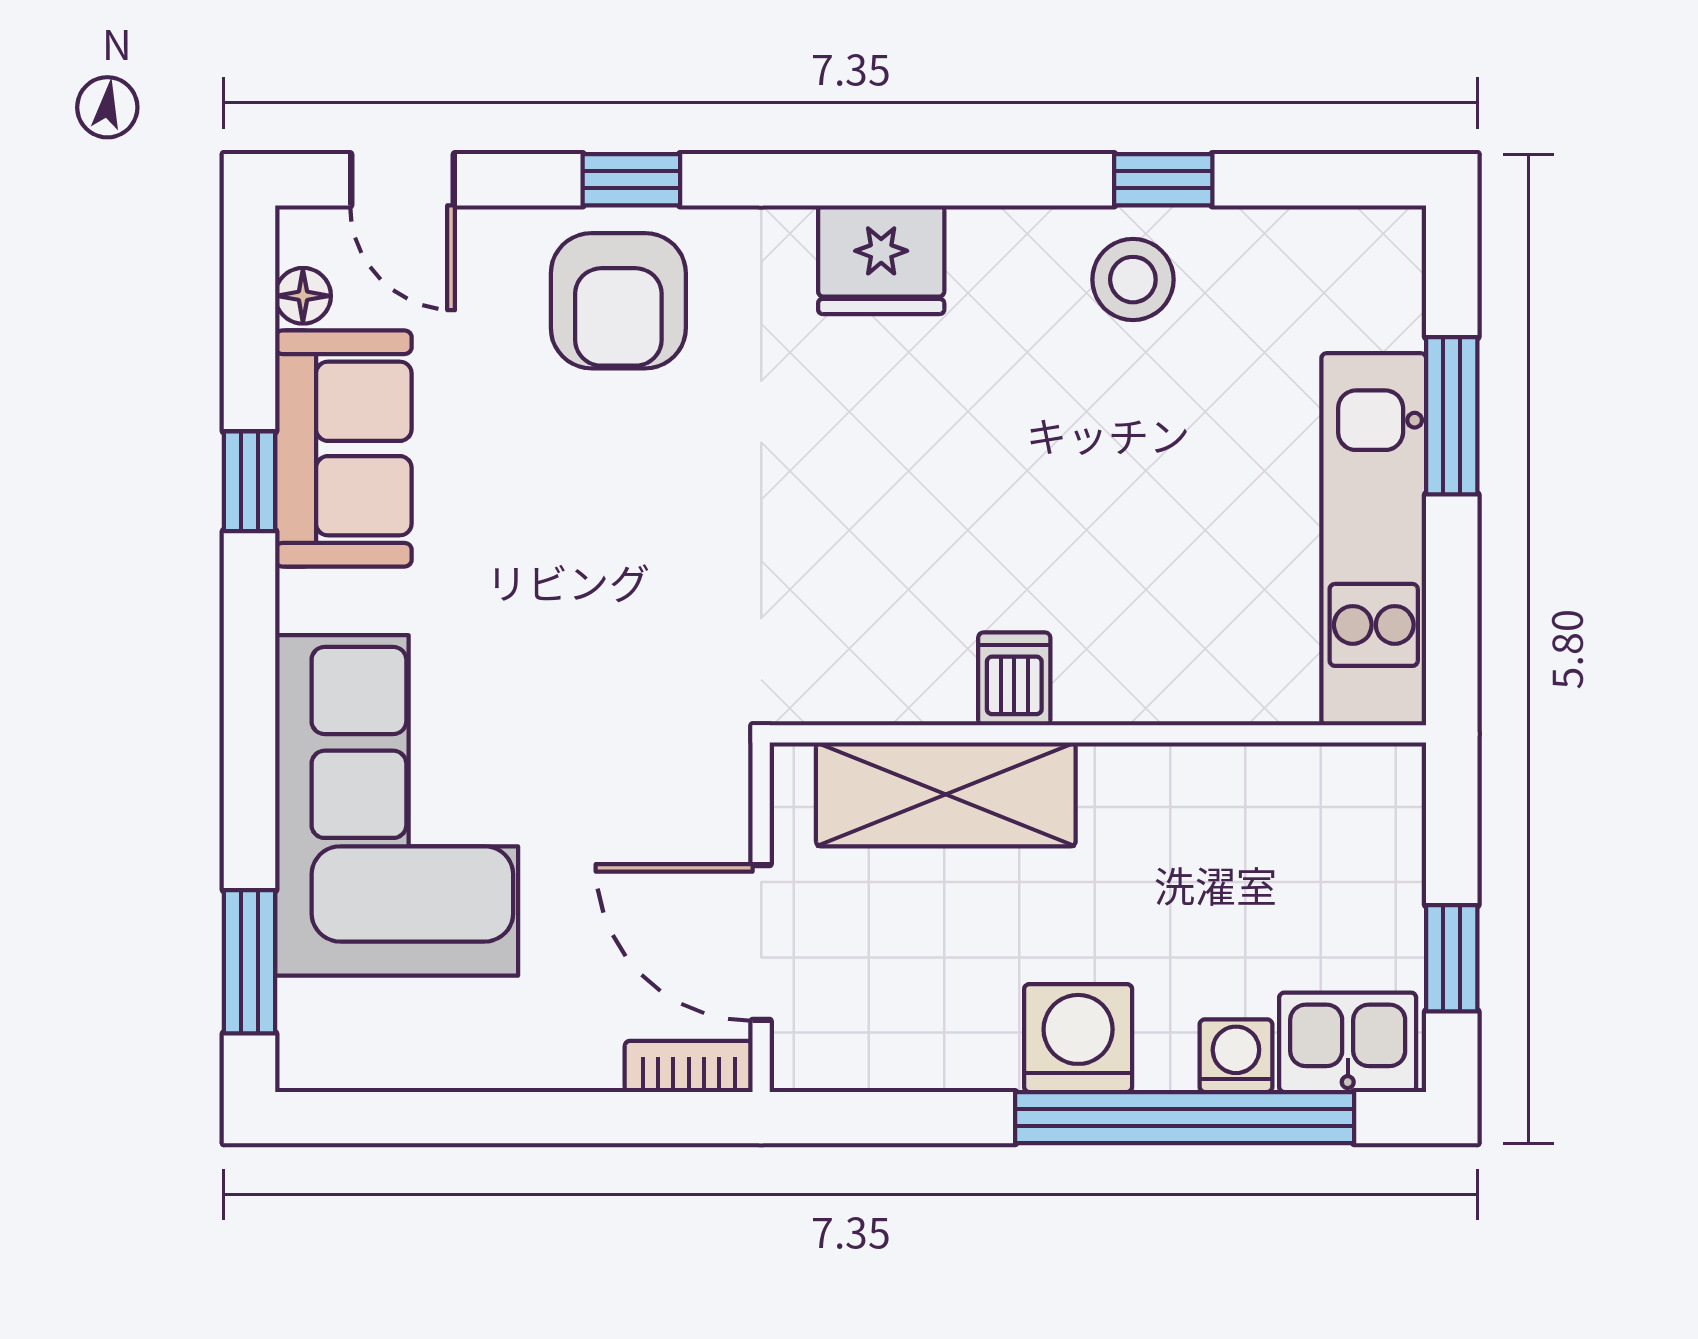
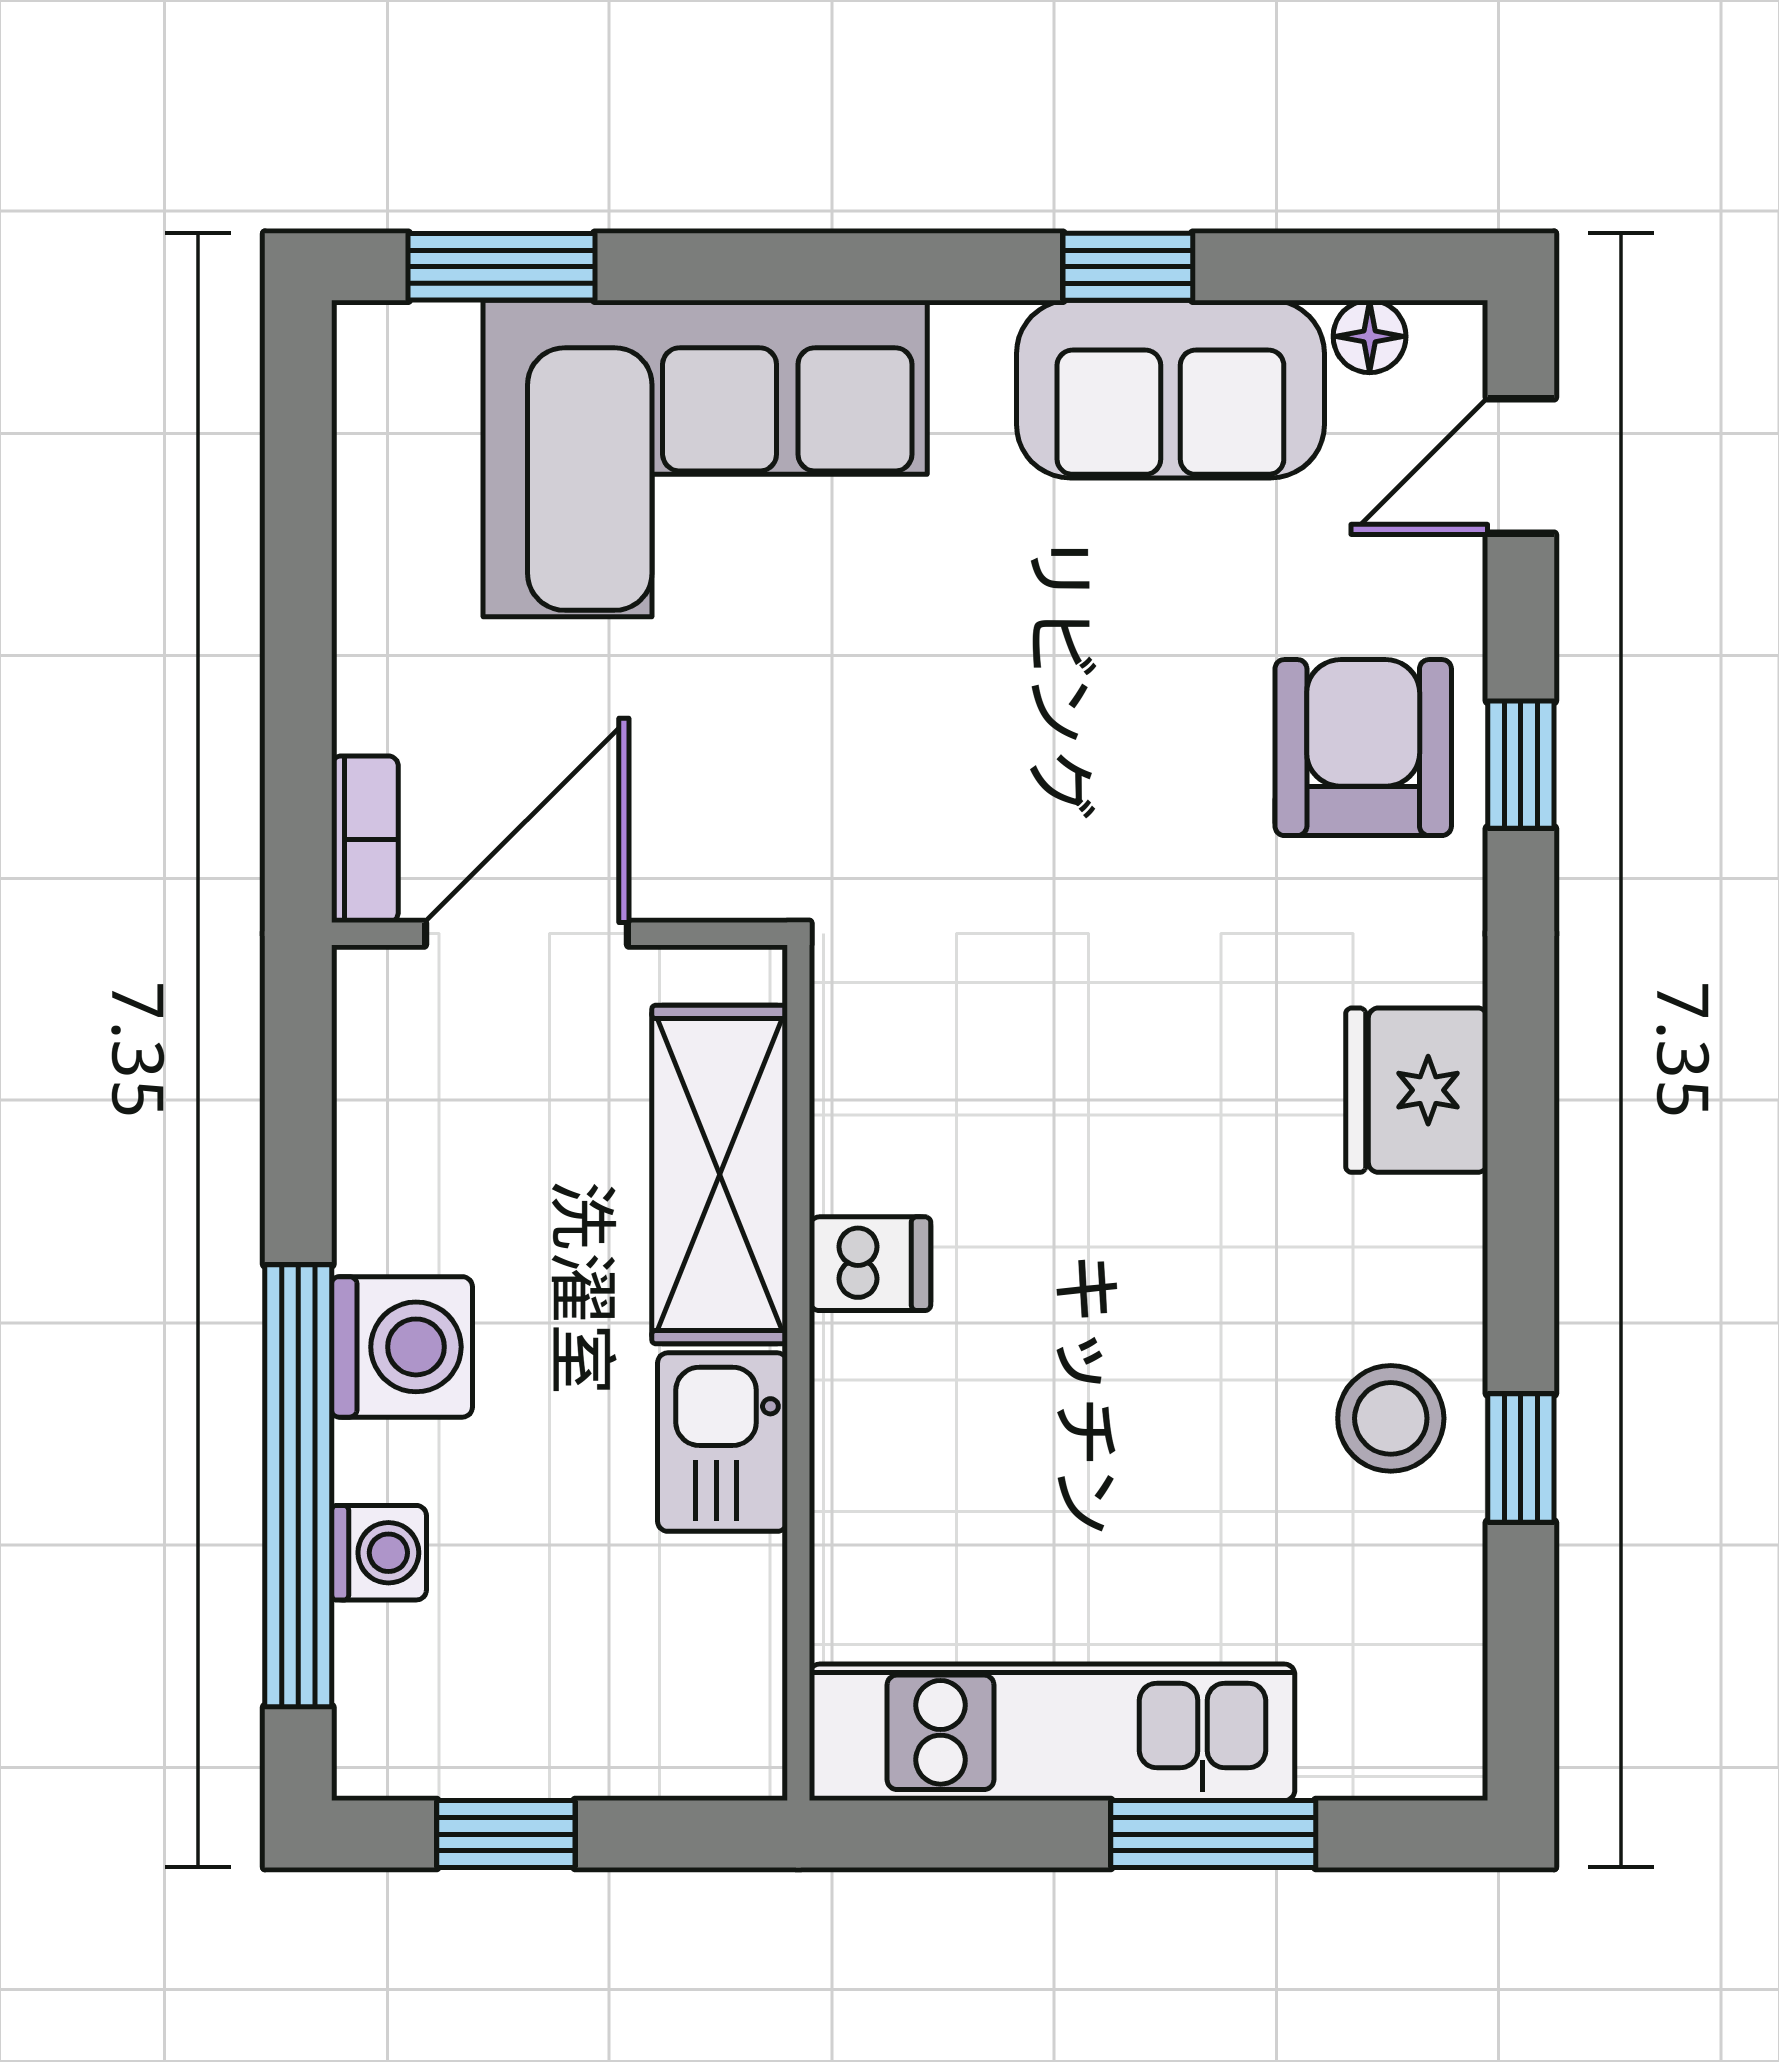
armchair: (618, 301) -> (1363, 748), turned 90
kitchen sink: (1348, 1042) -> (722, 1442), moved, turned 180

